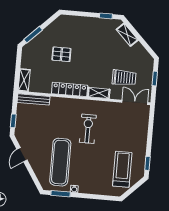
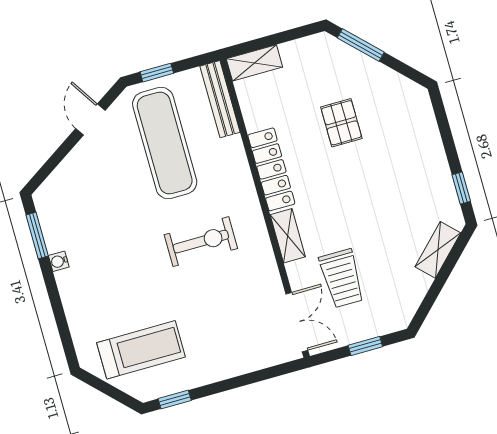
door: (22, 155) -> (90, 120), hinge flipped
exercise mat: (60, 162) -> (165, 143), moved, turned 90

